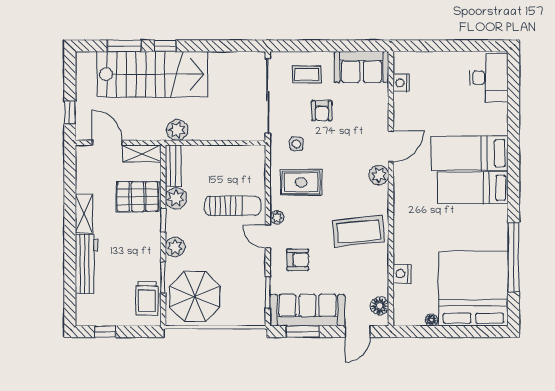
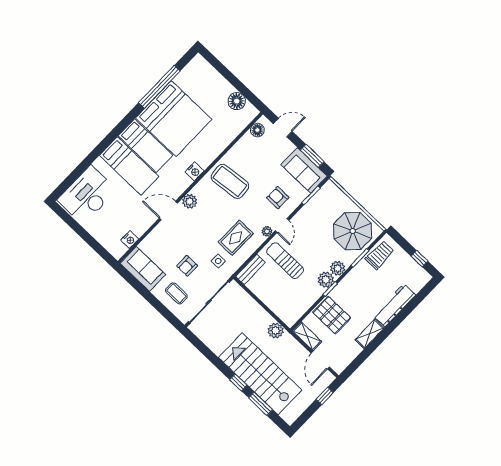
desk: (489, 78) -> (87, 195), width x1.36, depth x1.30
armchair: (322, 111) -> (187, 266), turned 180
bench: (173, 166) -> (250, 269), moved
rug: (301, 182) -> (236, 238), turned 90
plant: (176, 198) -> (326, 280), moved
nightstand: (402, 274) -> (194, 171), moved
bed: (473, 289) -> (174, 119), moved, turned -90
sofa: (307, 310) -> (304, 170), width x0.73
floor lamp: (431, 320) -> (237, 101), width x1.89, depth x1.89

